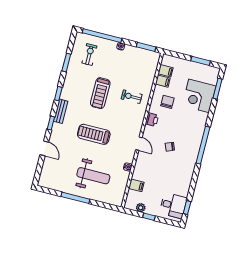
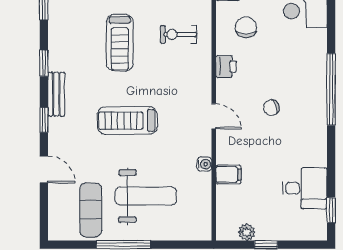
exercise mat: (63, 175) -> (91, 210), added
filing cabinet: (136, 185) -> (228, 175), moved
desk: (173, 205) -> (305, 188), moved

